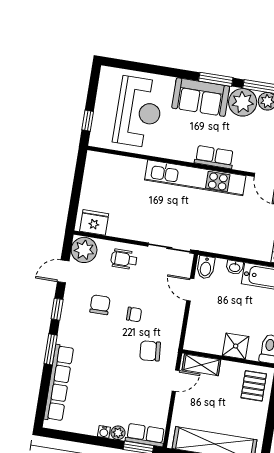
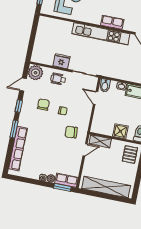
fridge: (94, 222) -> (62, 61), moved

